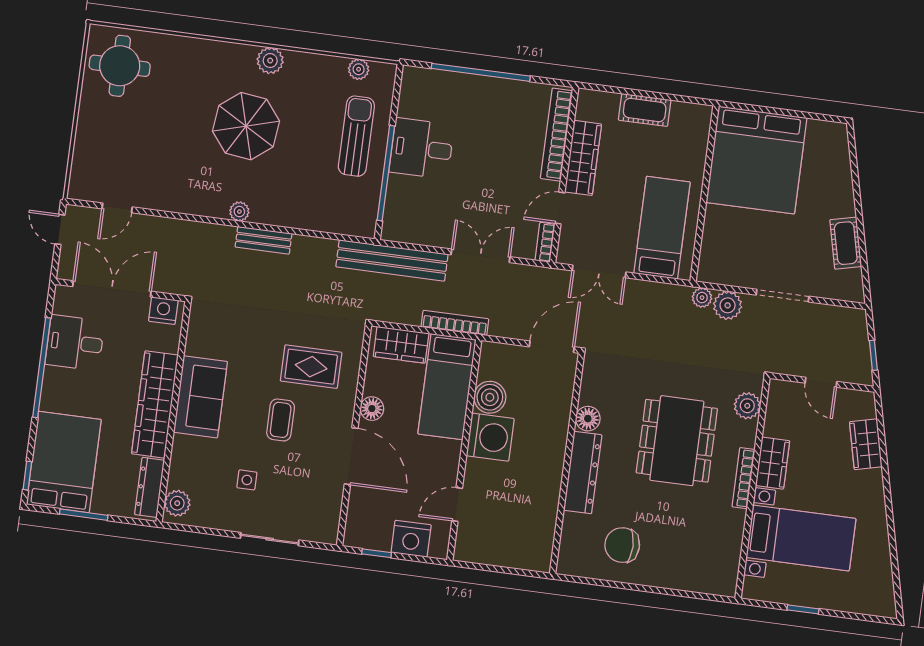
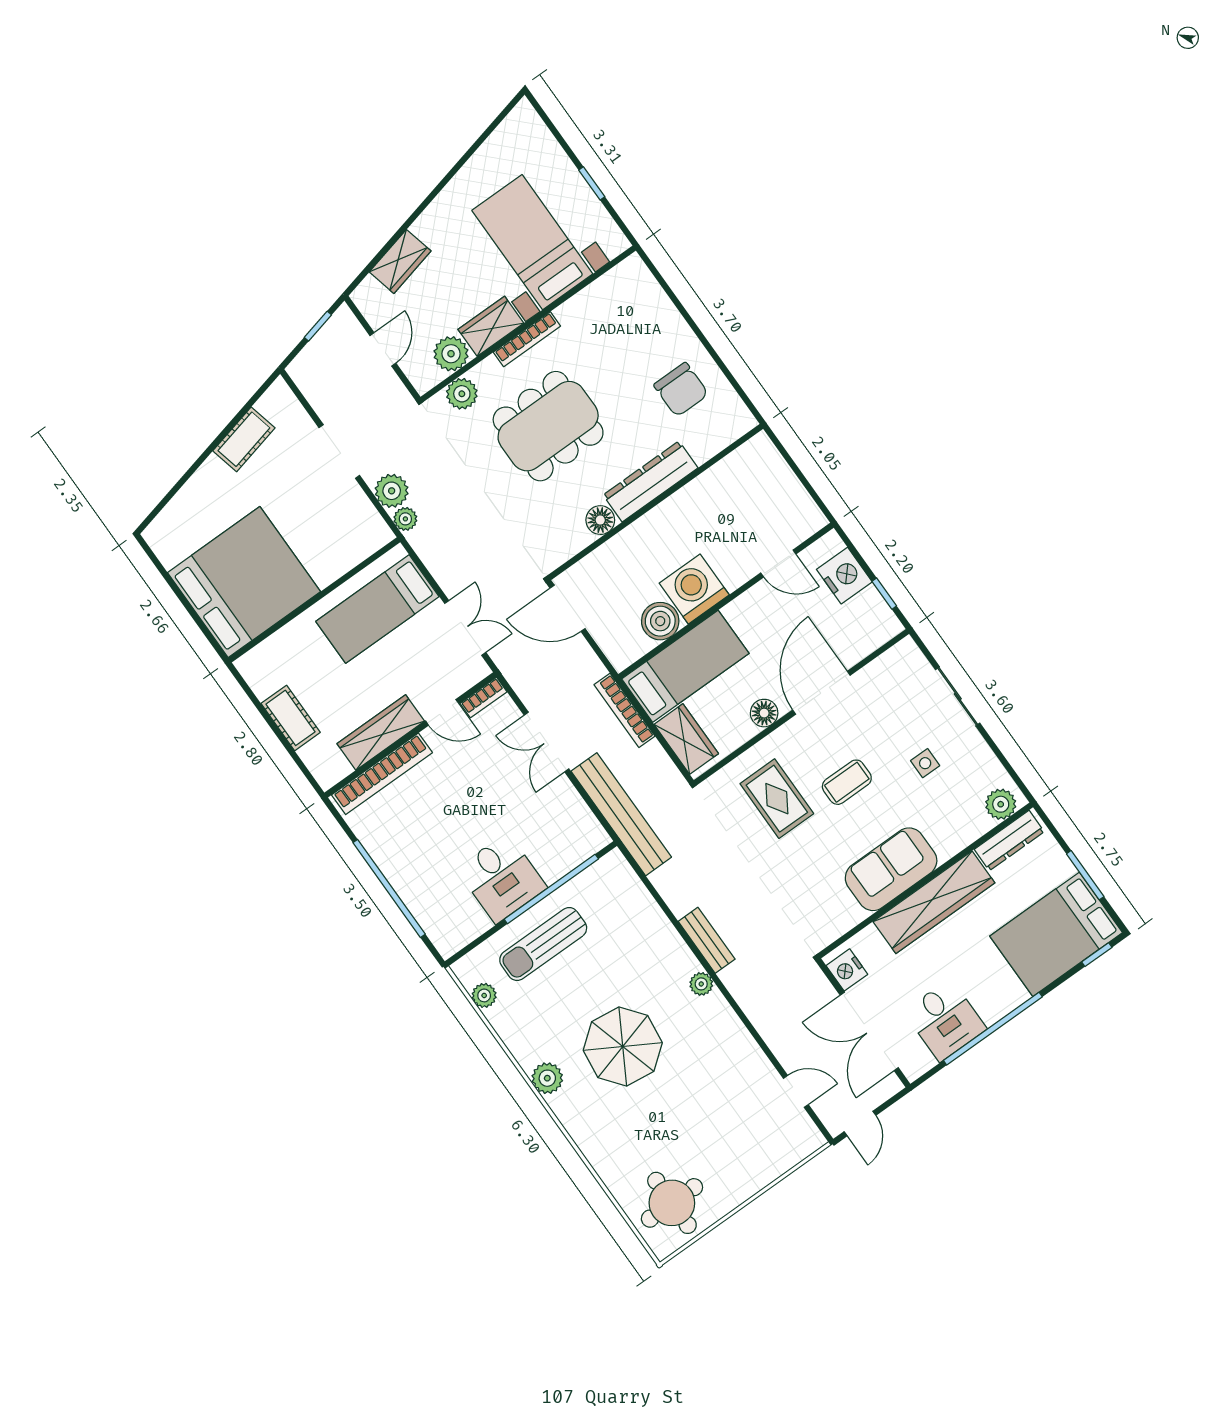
plant: (779, 422) -> (451, 354), added

